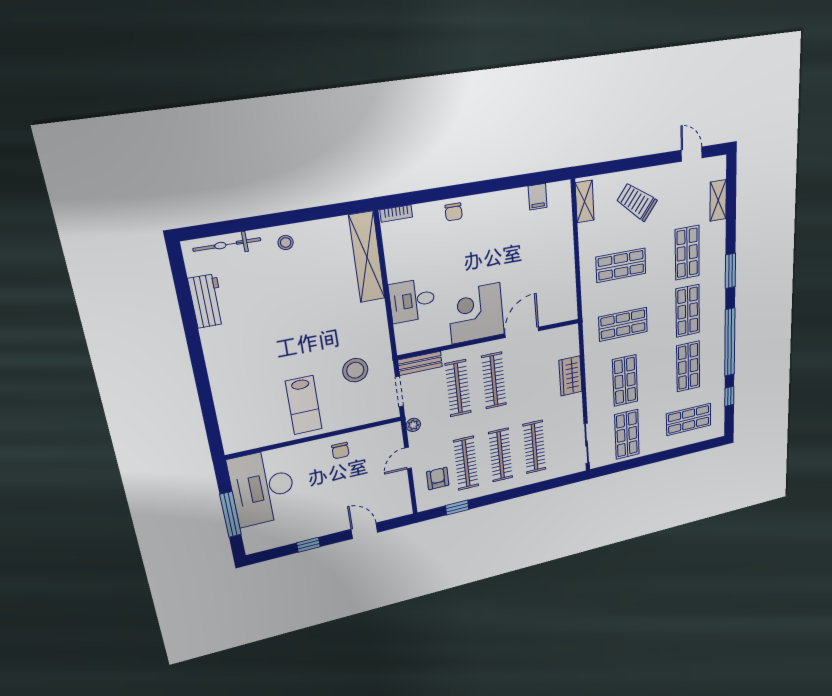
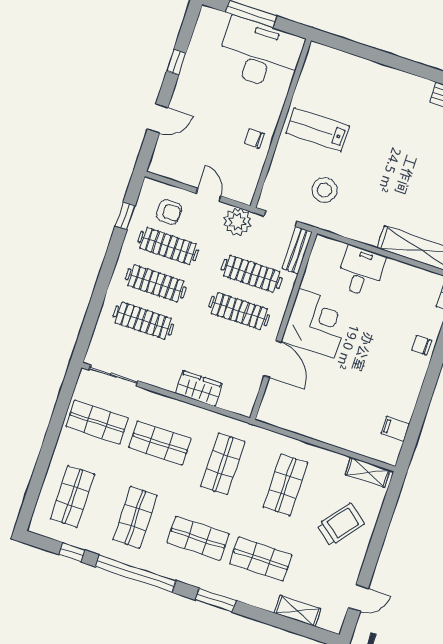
shop shelf: (688, 366) -> (135, 517), turned 90
plant: (413, 425) -> (237, 222), width x1.87, depth x1.87

